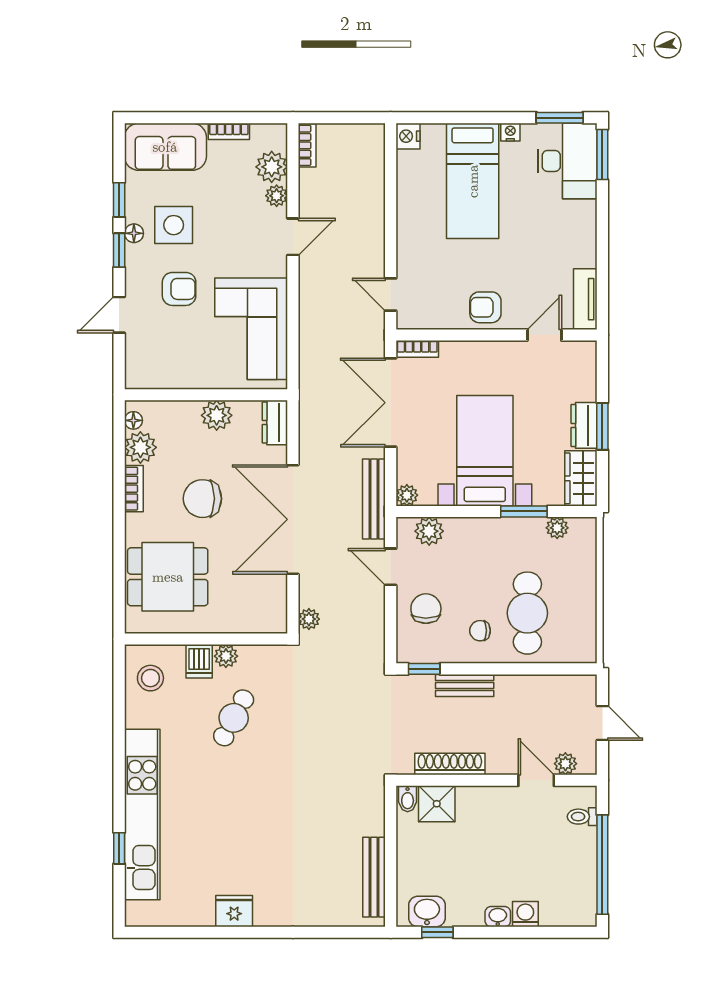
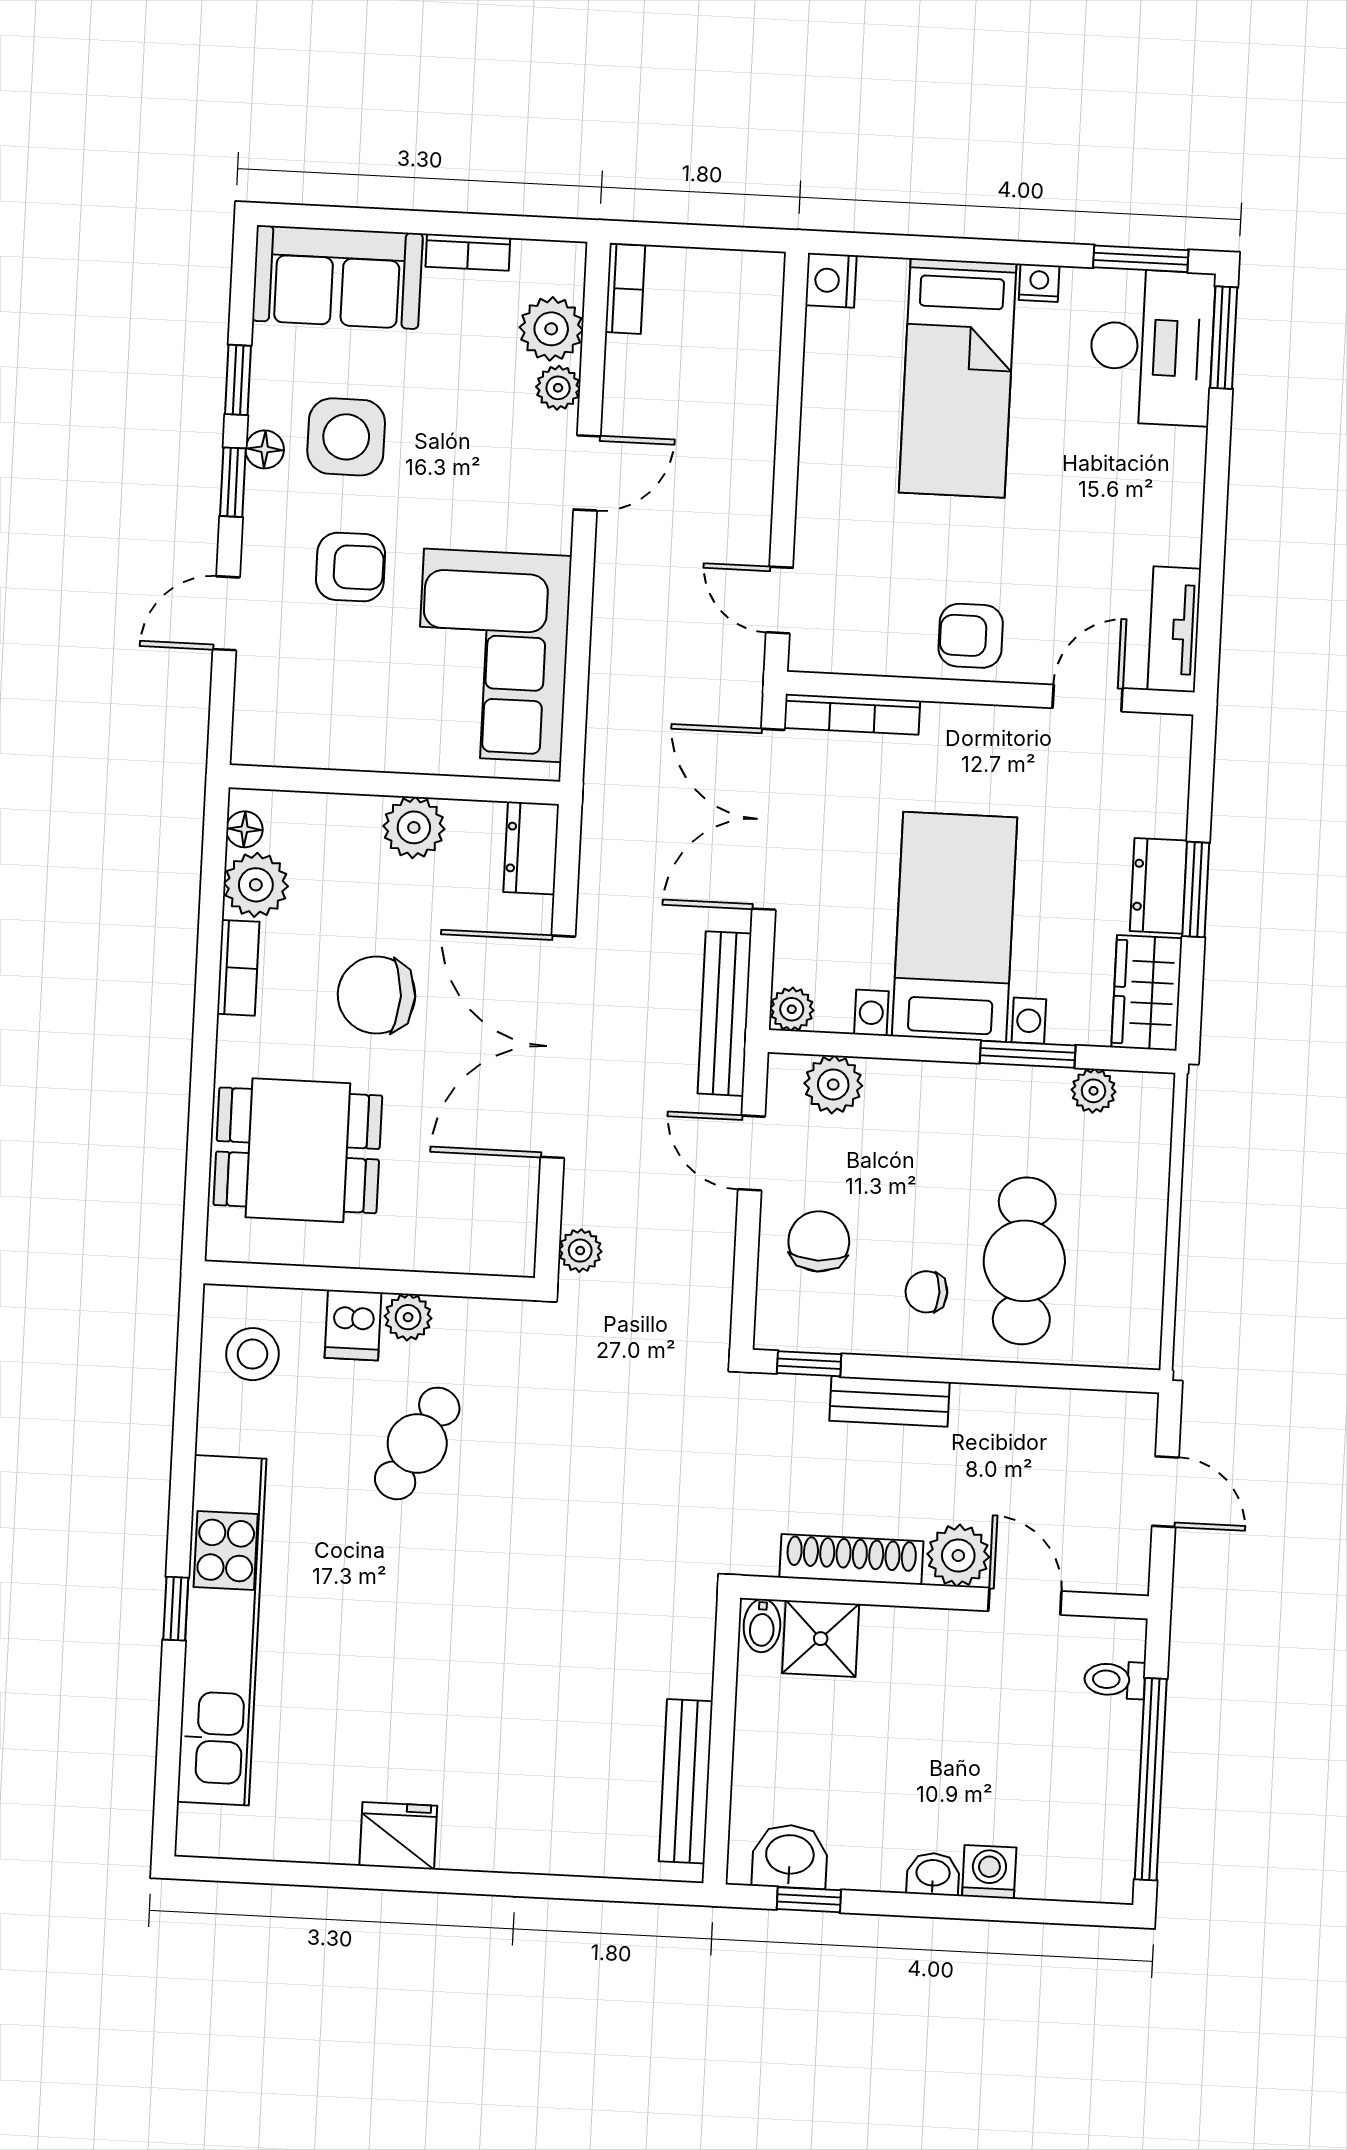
bookcase: (417, 349) -> (852, 714), width x1.56
plant: (565, 764) -> (958, 1556), moved, width x1.38, depth x1.38
window: (119, 848) -> (176, 1609), moved

